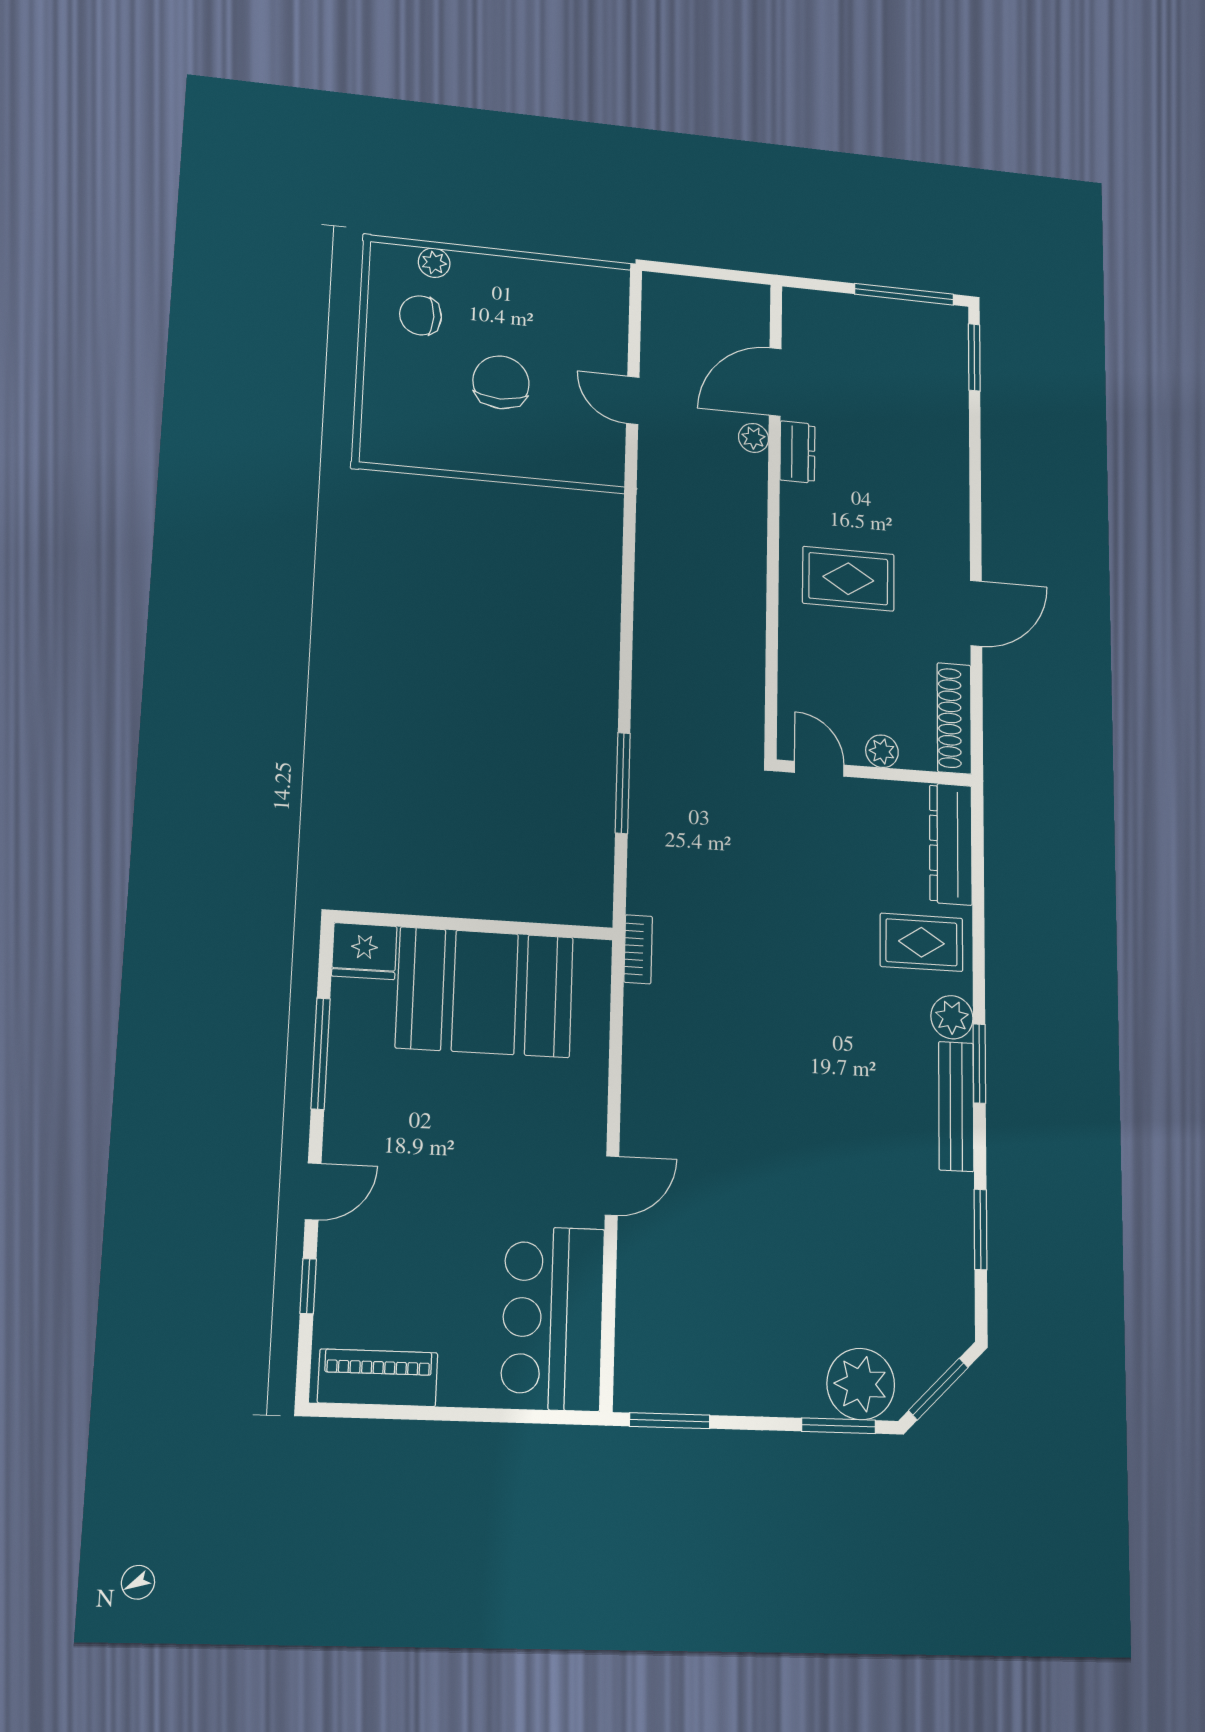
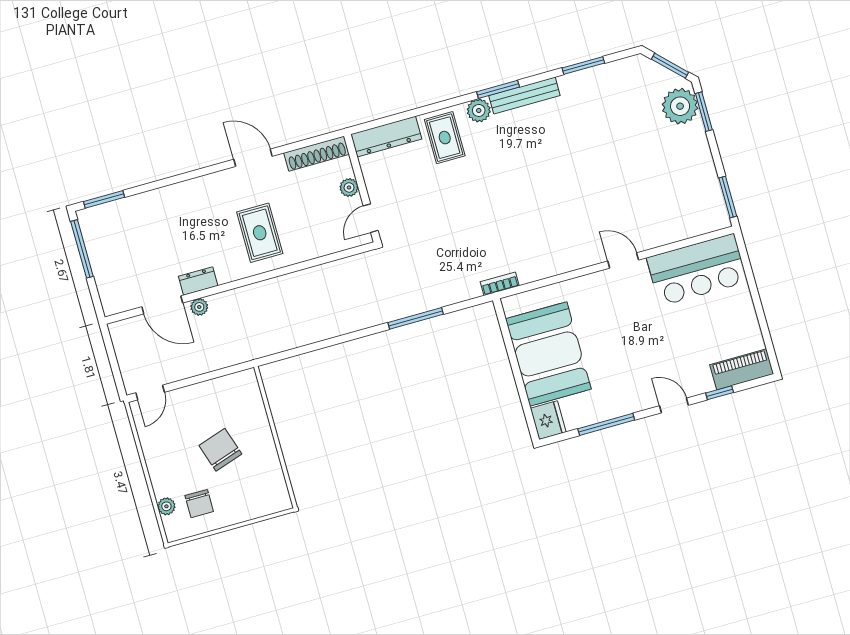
chair: (501, 382) -> (220, 450), turned 72
door: (633, 400) -> (150, 393), moved
piano: (378, 1378) -> (742, 369), moved, turned 90

